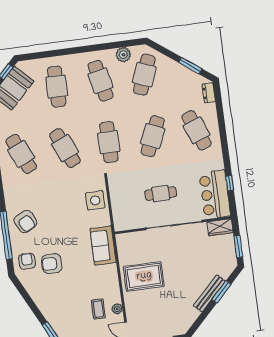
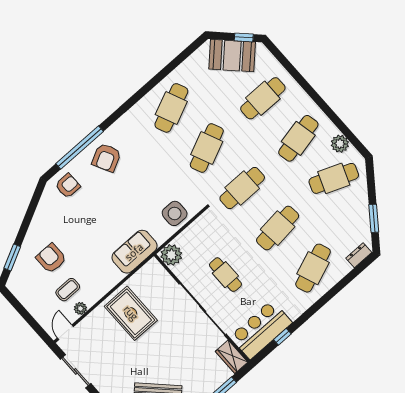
cafe table: (153, 136) -> (278, 228), turned -30
plant: (122, 222) -> (171, 255), added
armchair: (52, 264) -> (51, 258), moved

